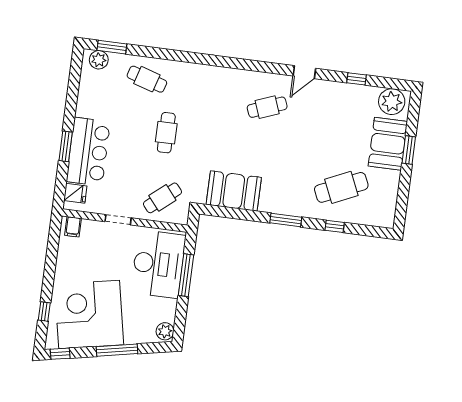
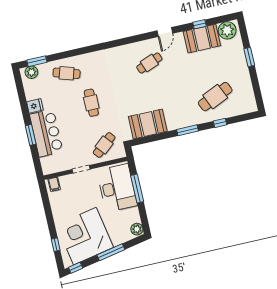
booth: (388, 144) -> (202, 39), moved, turned 90
fridge: (75, 193) -> (35, 106), moved

